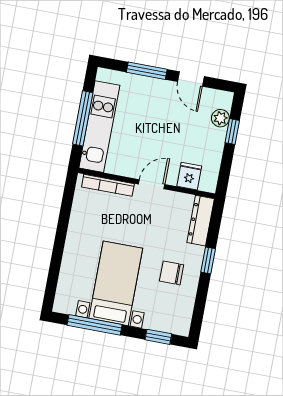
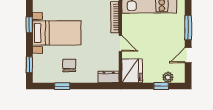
fridge: (189, 176) -> (132, 71), width x1.88, depth x1.34
dresser: (201, 221) -> (109, 77), width x0.70
window: (208, 260) -> (62, 86), moved
window: (95, 325) -> (29, 25), width x0.46

